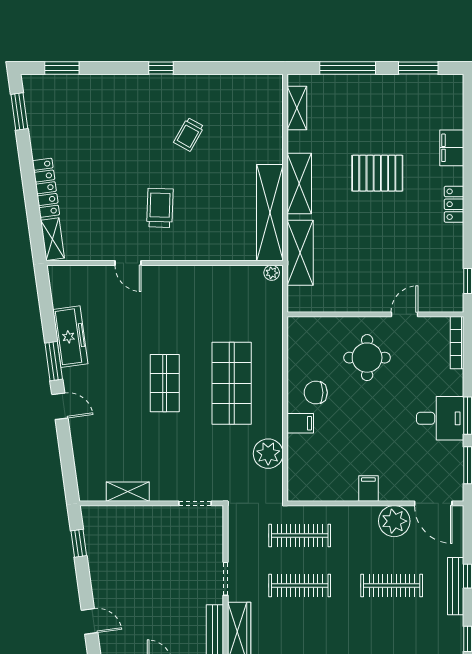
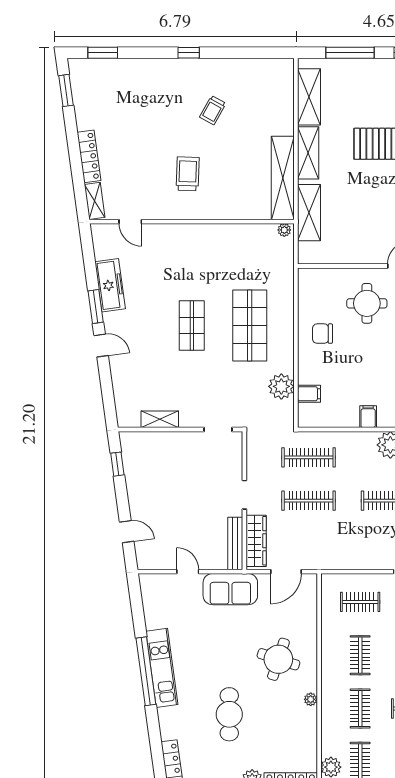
shelving: (297, 108) -> (309, 97), width x1.50, depth x1.33
door: (128, 263) -> (130, 222), moved
filing cabinet: (300, 423) -> (309, 394), moved

